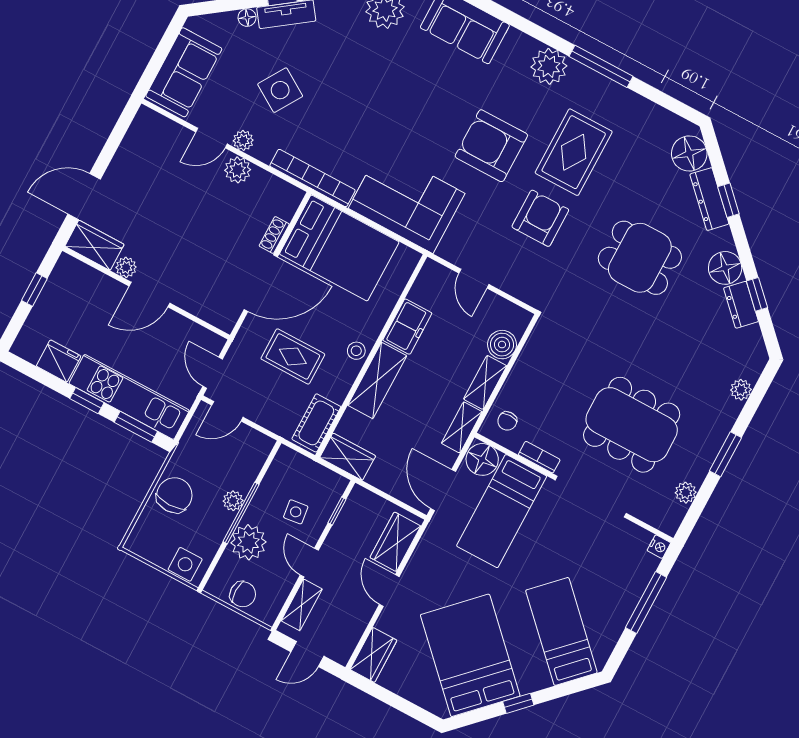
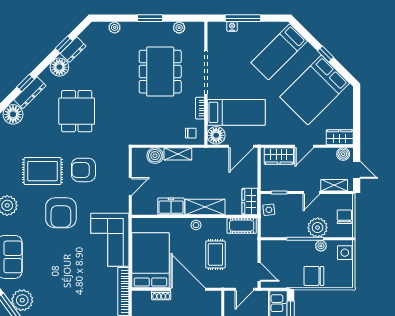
shelving: (462, 427) -> (206, 154), removed
plant: (233, 501) -> (321, 246), moved
side table: (296, 512) -> (269, 210), moved
nightstand: (659, 547) -> (232, 26), moved
boiler: (344, 646) -> (343, 154), added

